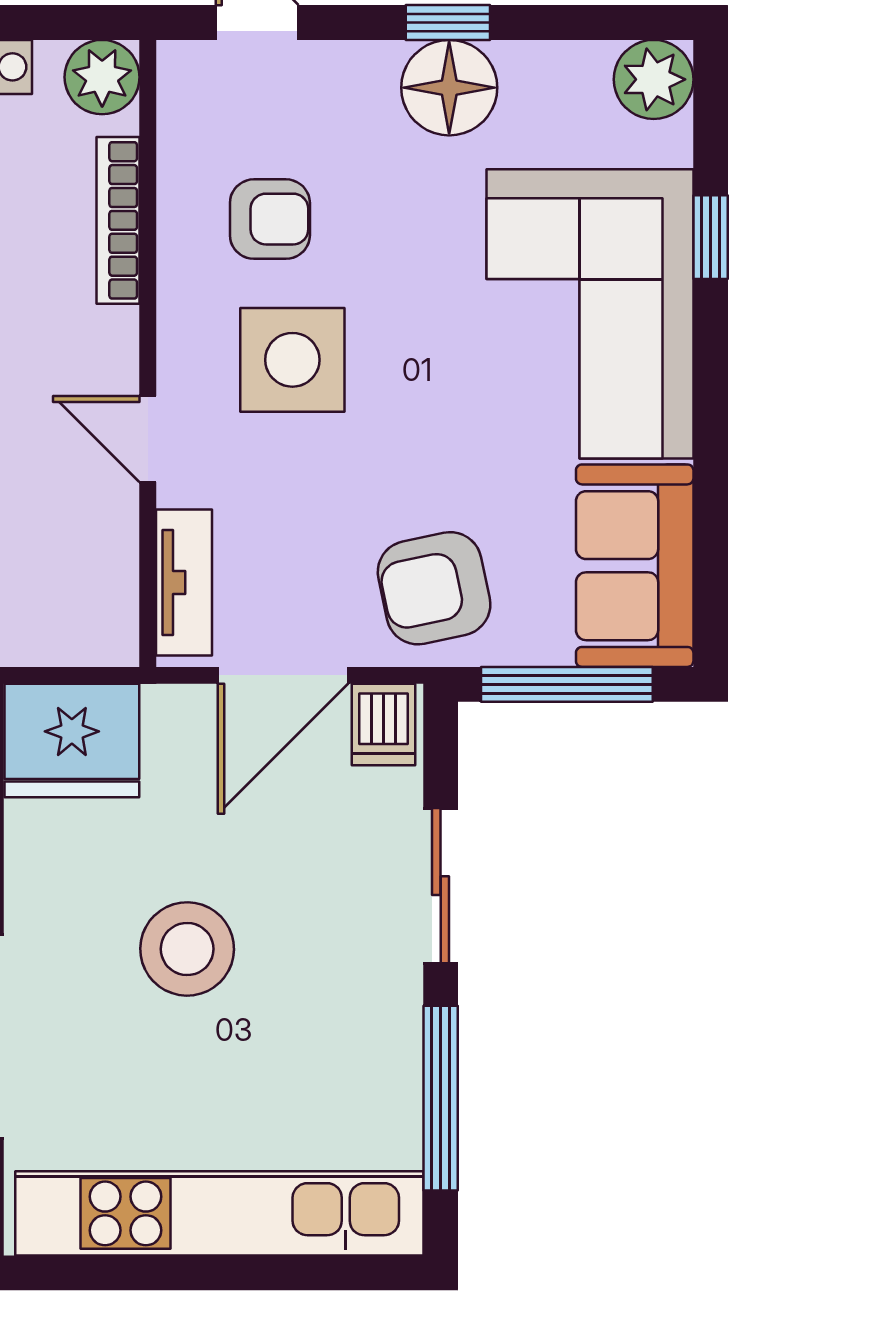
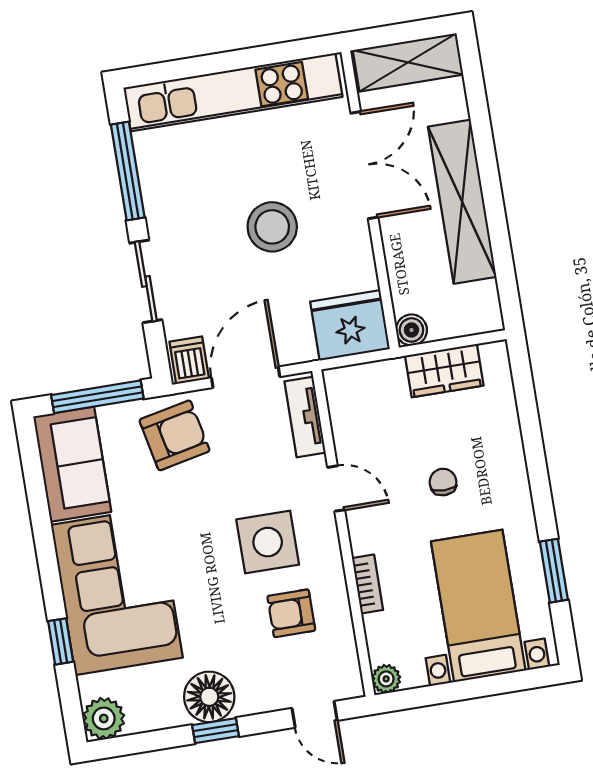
plant: (102, 77) -> (386, 679), width x0.73, depth x0.73
bookcase: (118, 220) -> (368, 584), width x0.64

